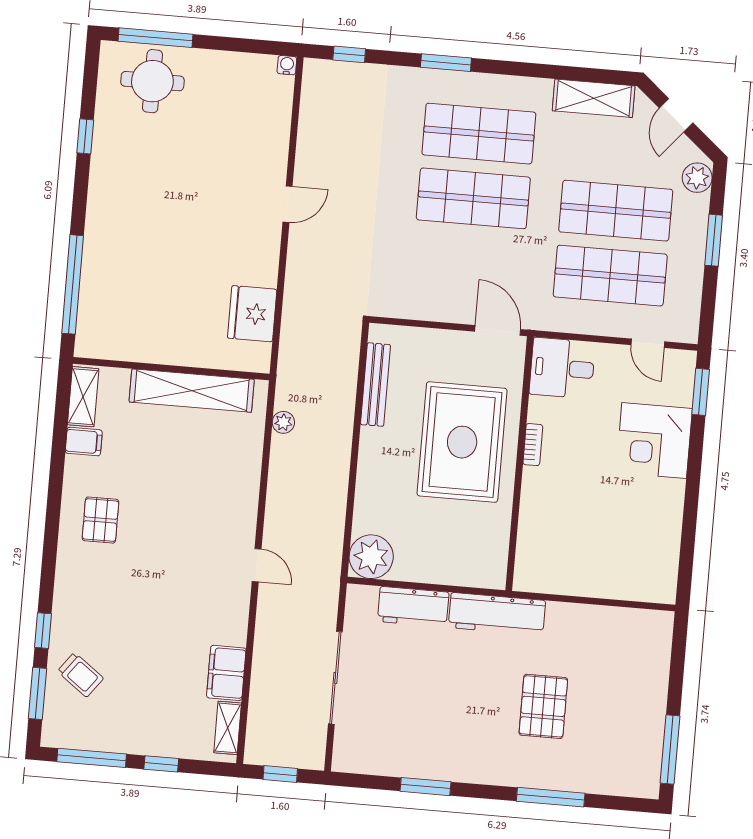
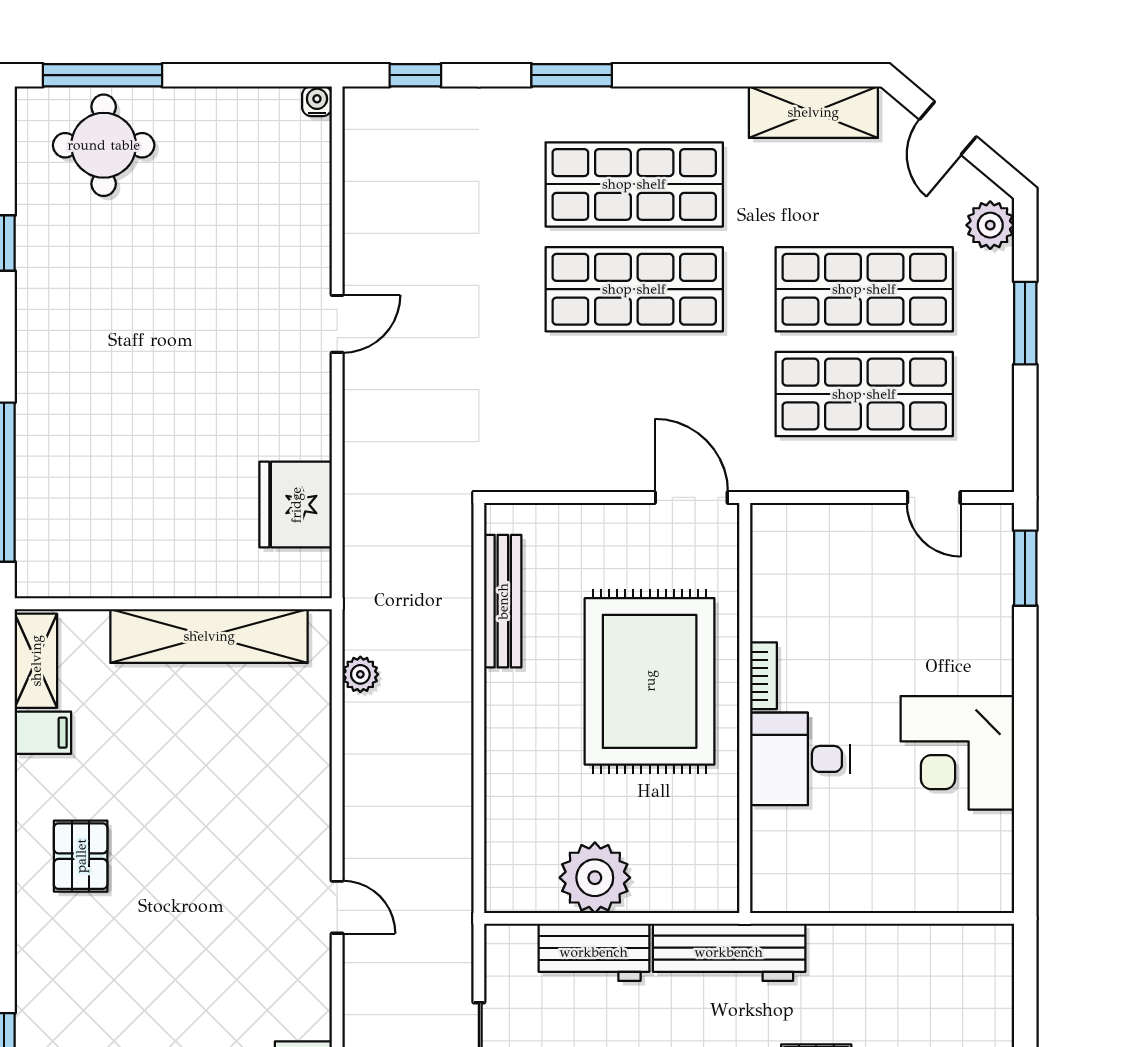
desk: (562, 368) -> (800, 759), moved
corner desk: (654, 440) -> (957, 753), moved
plant: (371, 557) -> (595, 878), moved

